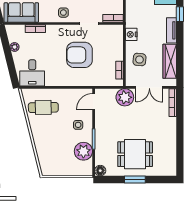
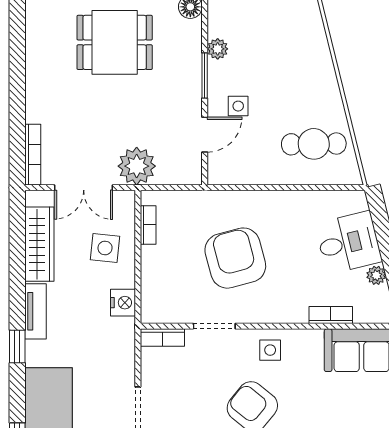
armchair: (79, 55) -> (235, 258), turned -105
desk: (32, 73) -> (348, 243), moved, turned 76
double door: (149, 87) -> (84, 188), swing flipped
door: (94, 102) -> (205, 135), moved
plant: (83, 151) -> (218, 49), width x0.53, depth x0.53

